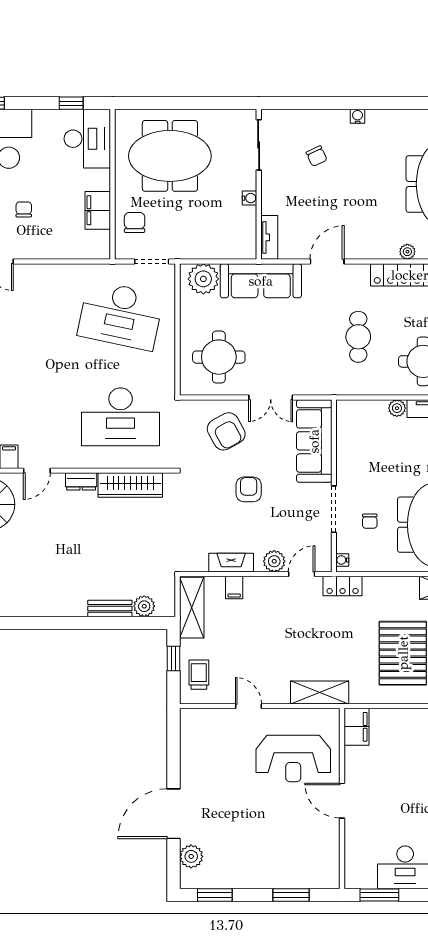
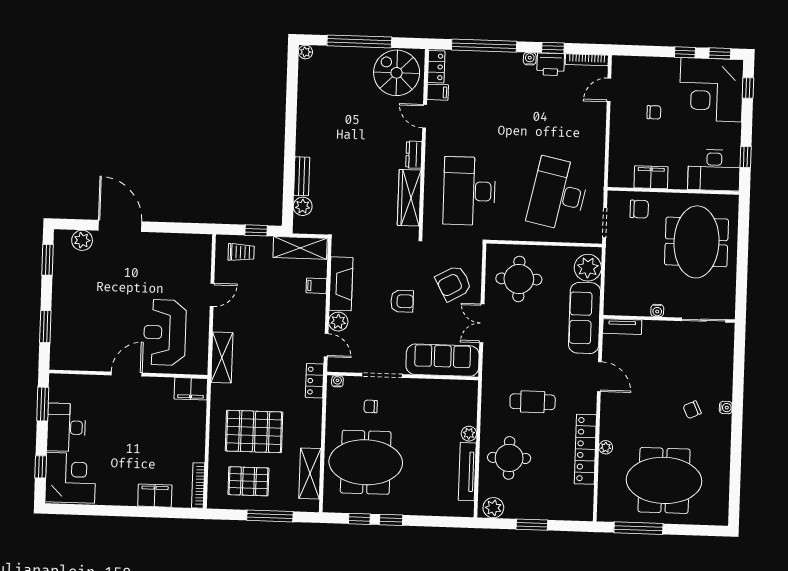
chair: (317, 156) -> (692, 410), moved
fireplace: (231, 563) -> (341, 284), width x1.37, depth x1.32

